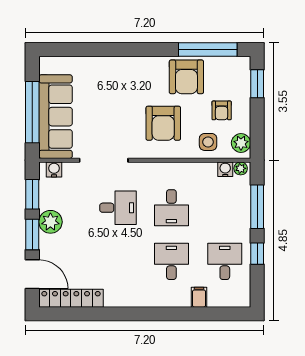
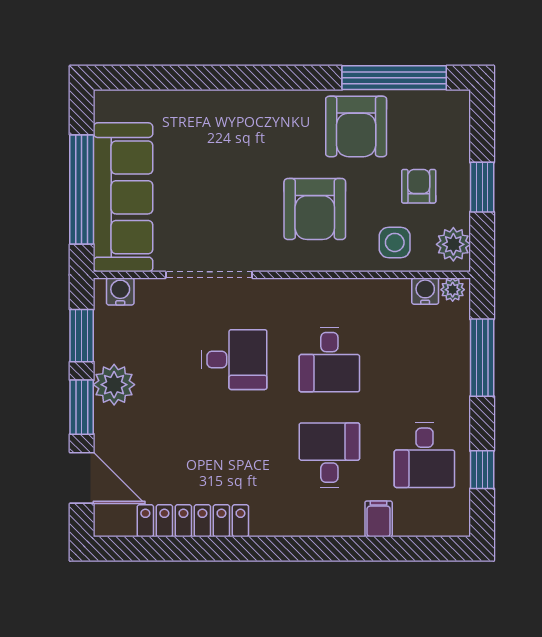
window: (257, 84) -> (482, 187), moved
armchair: (222, 110) -> (419, 186), turned 180
window: (257, 254) -> (482, 470), moved
desk: (225, 261) -> (424, 455), turned 180
locker: (71, 298) -> (193, 521), moved

